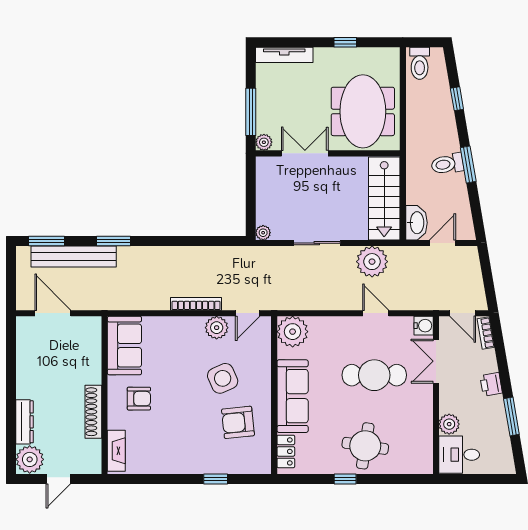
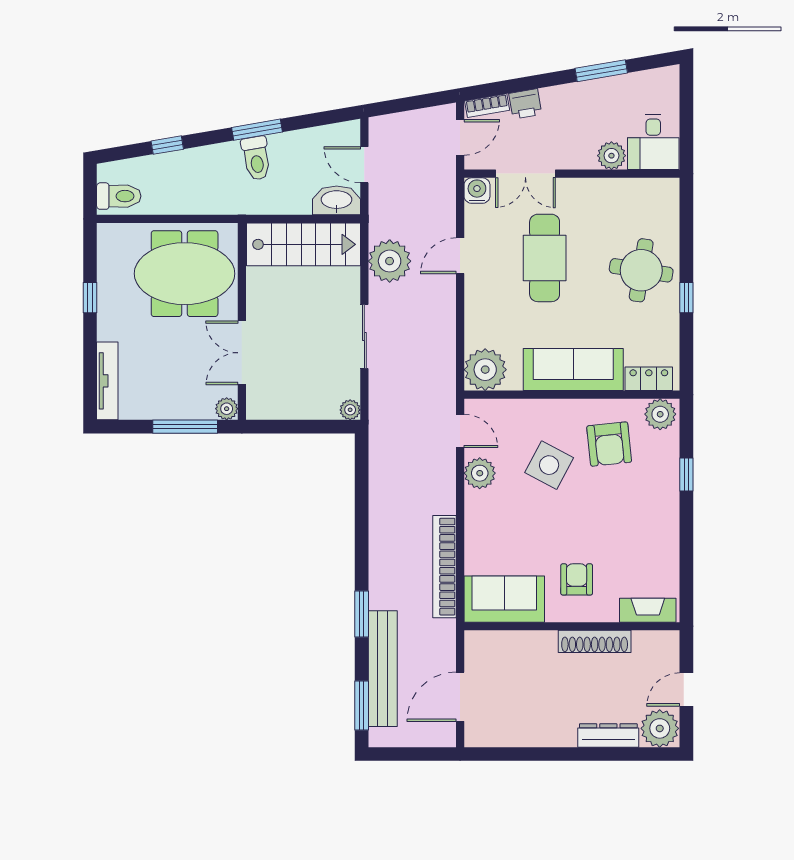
bookcase: (196, 304) -> (444, 567), moved, width x1.48, depth x1.31
side table: (223, 378) -> (549, 465), turned -38
printer: (491, 384) -> (525, 104), moved
plant: (260, 460) -> (660, 414), added
door: (58, 479) -> (686, 690), swing flipped

